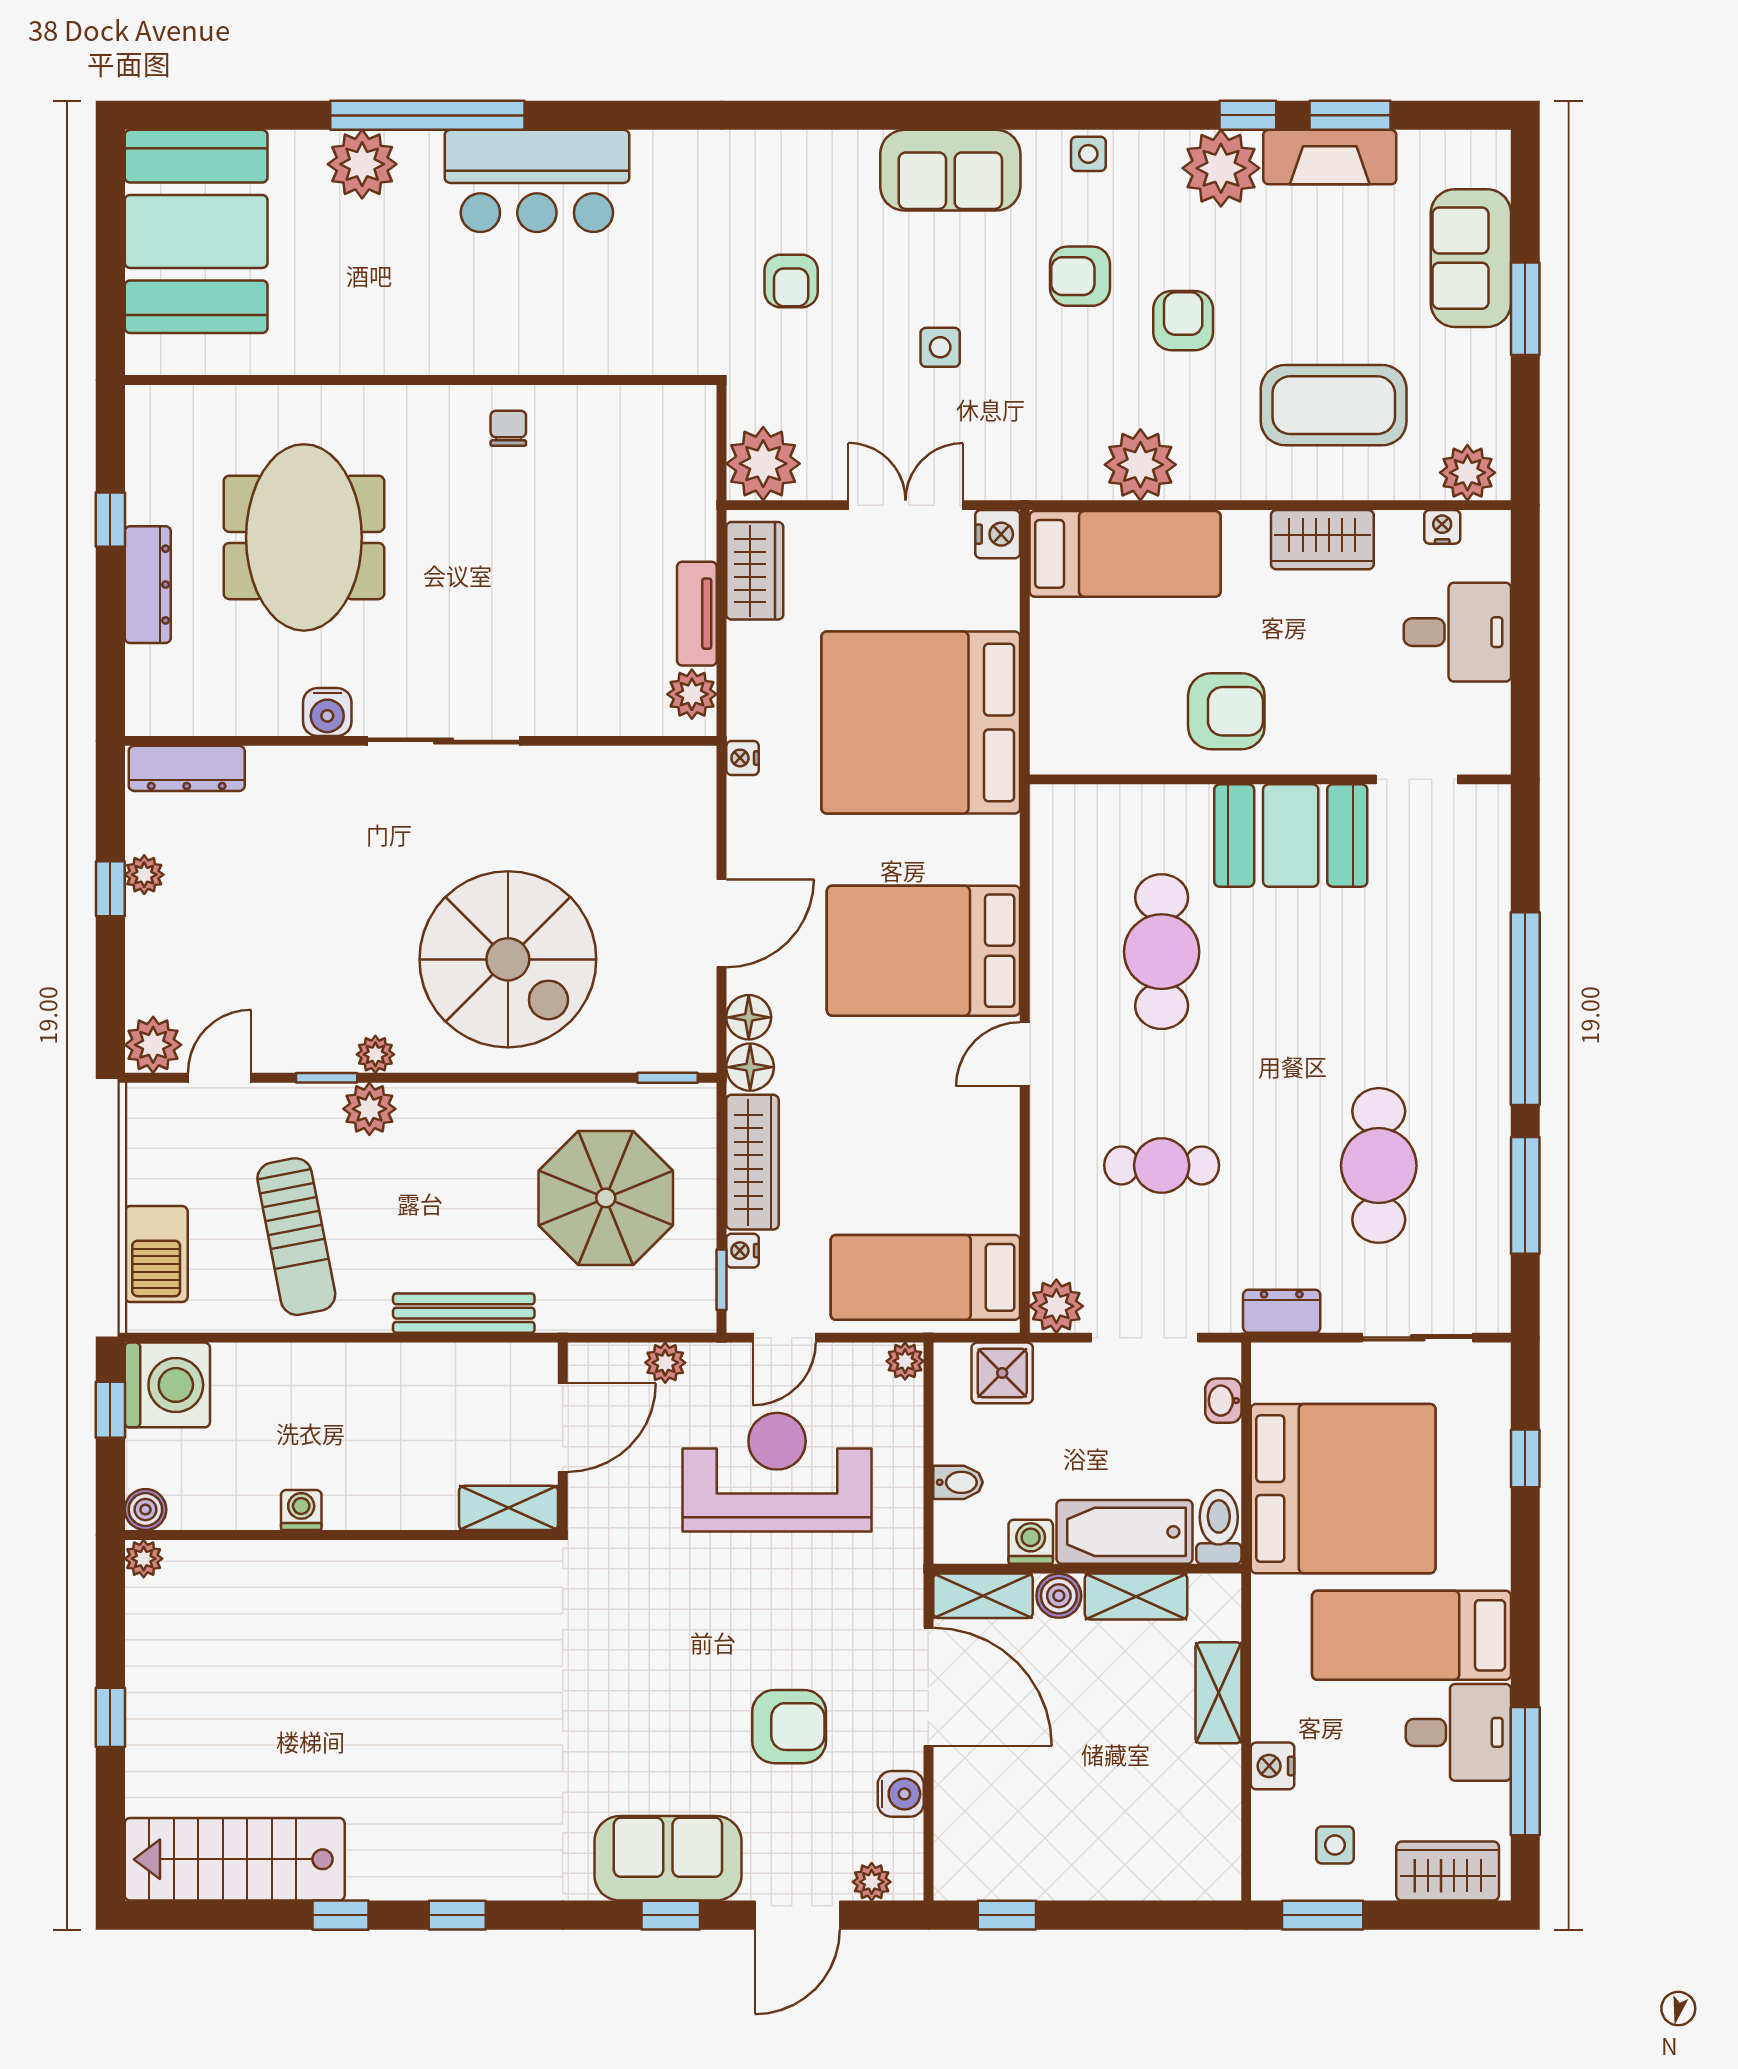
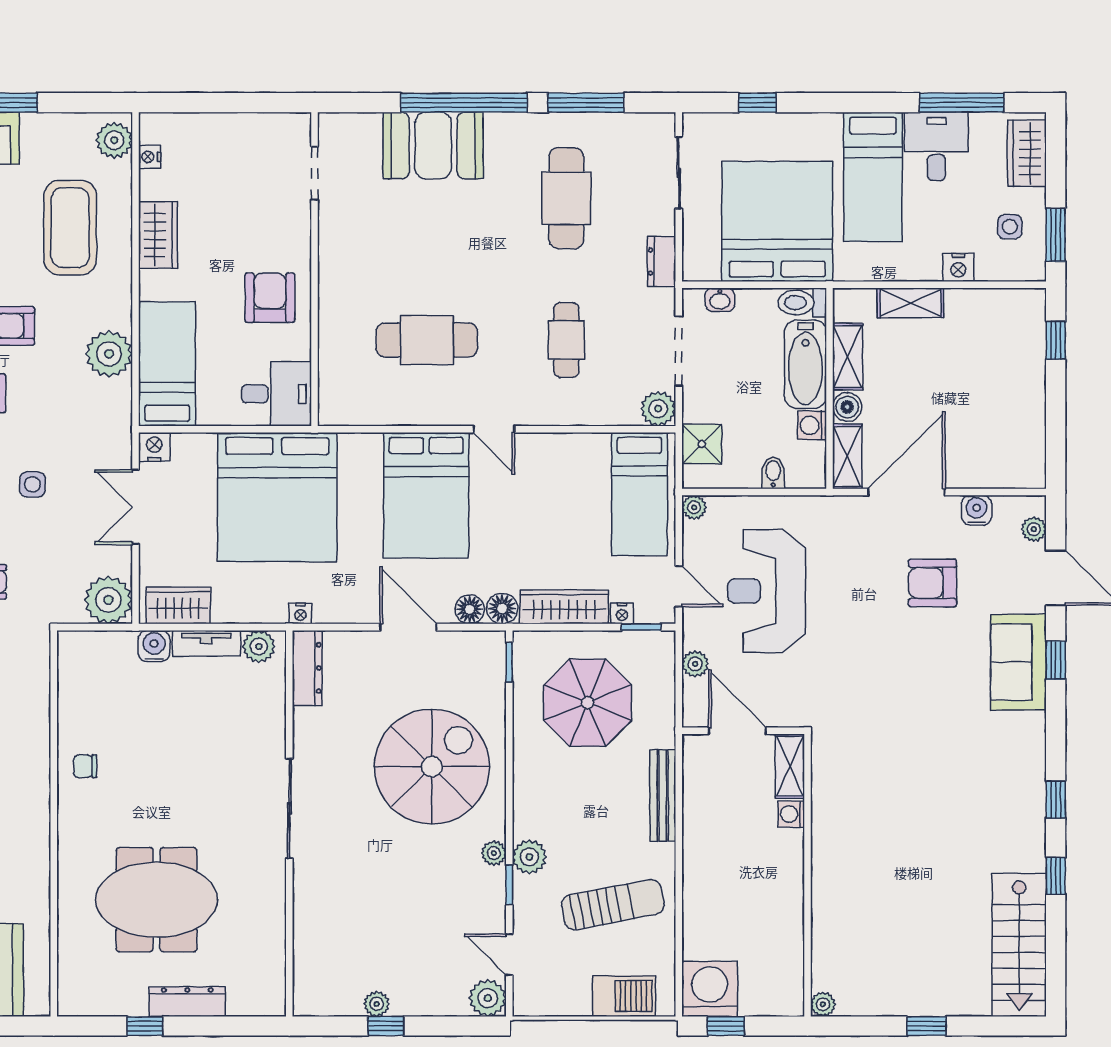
desk: (1457, 632) -> (276, 394), moved, turned 90
water cooler: (327, 712) -> (154, 646), moved, turned -90
dresser: (187, 768) -> (307, 668), moved
booth: (1291, 836) -> (433, 146), moved, turned 90
cafe table: (1379, 1165) -> (566, 198), turned 90
boiler: (145, 1510) -> (791, 1003), removed
washing machine: (301, 1510) -> (791, 814), moved
armchair: (789, 1727) -> (933, 583), turned -90
window: (1007, 1915) -> (1056, 340), moved

